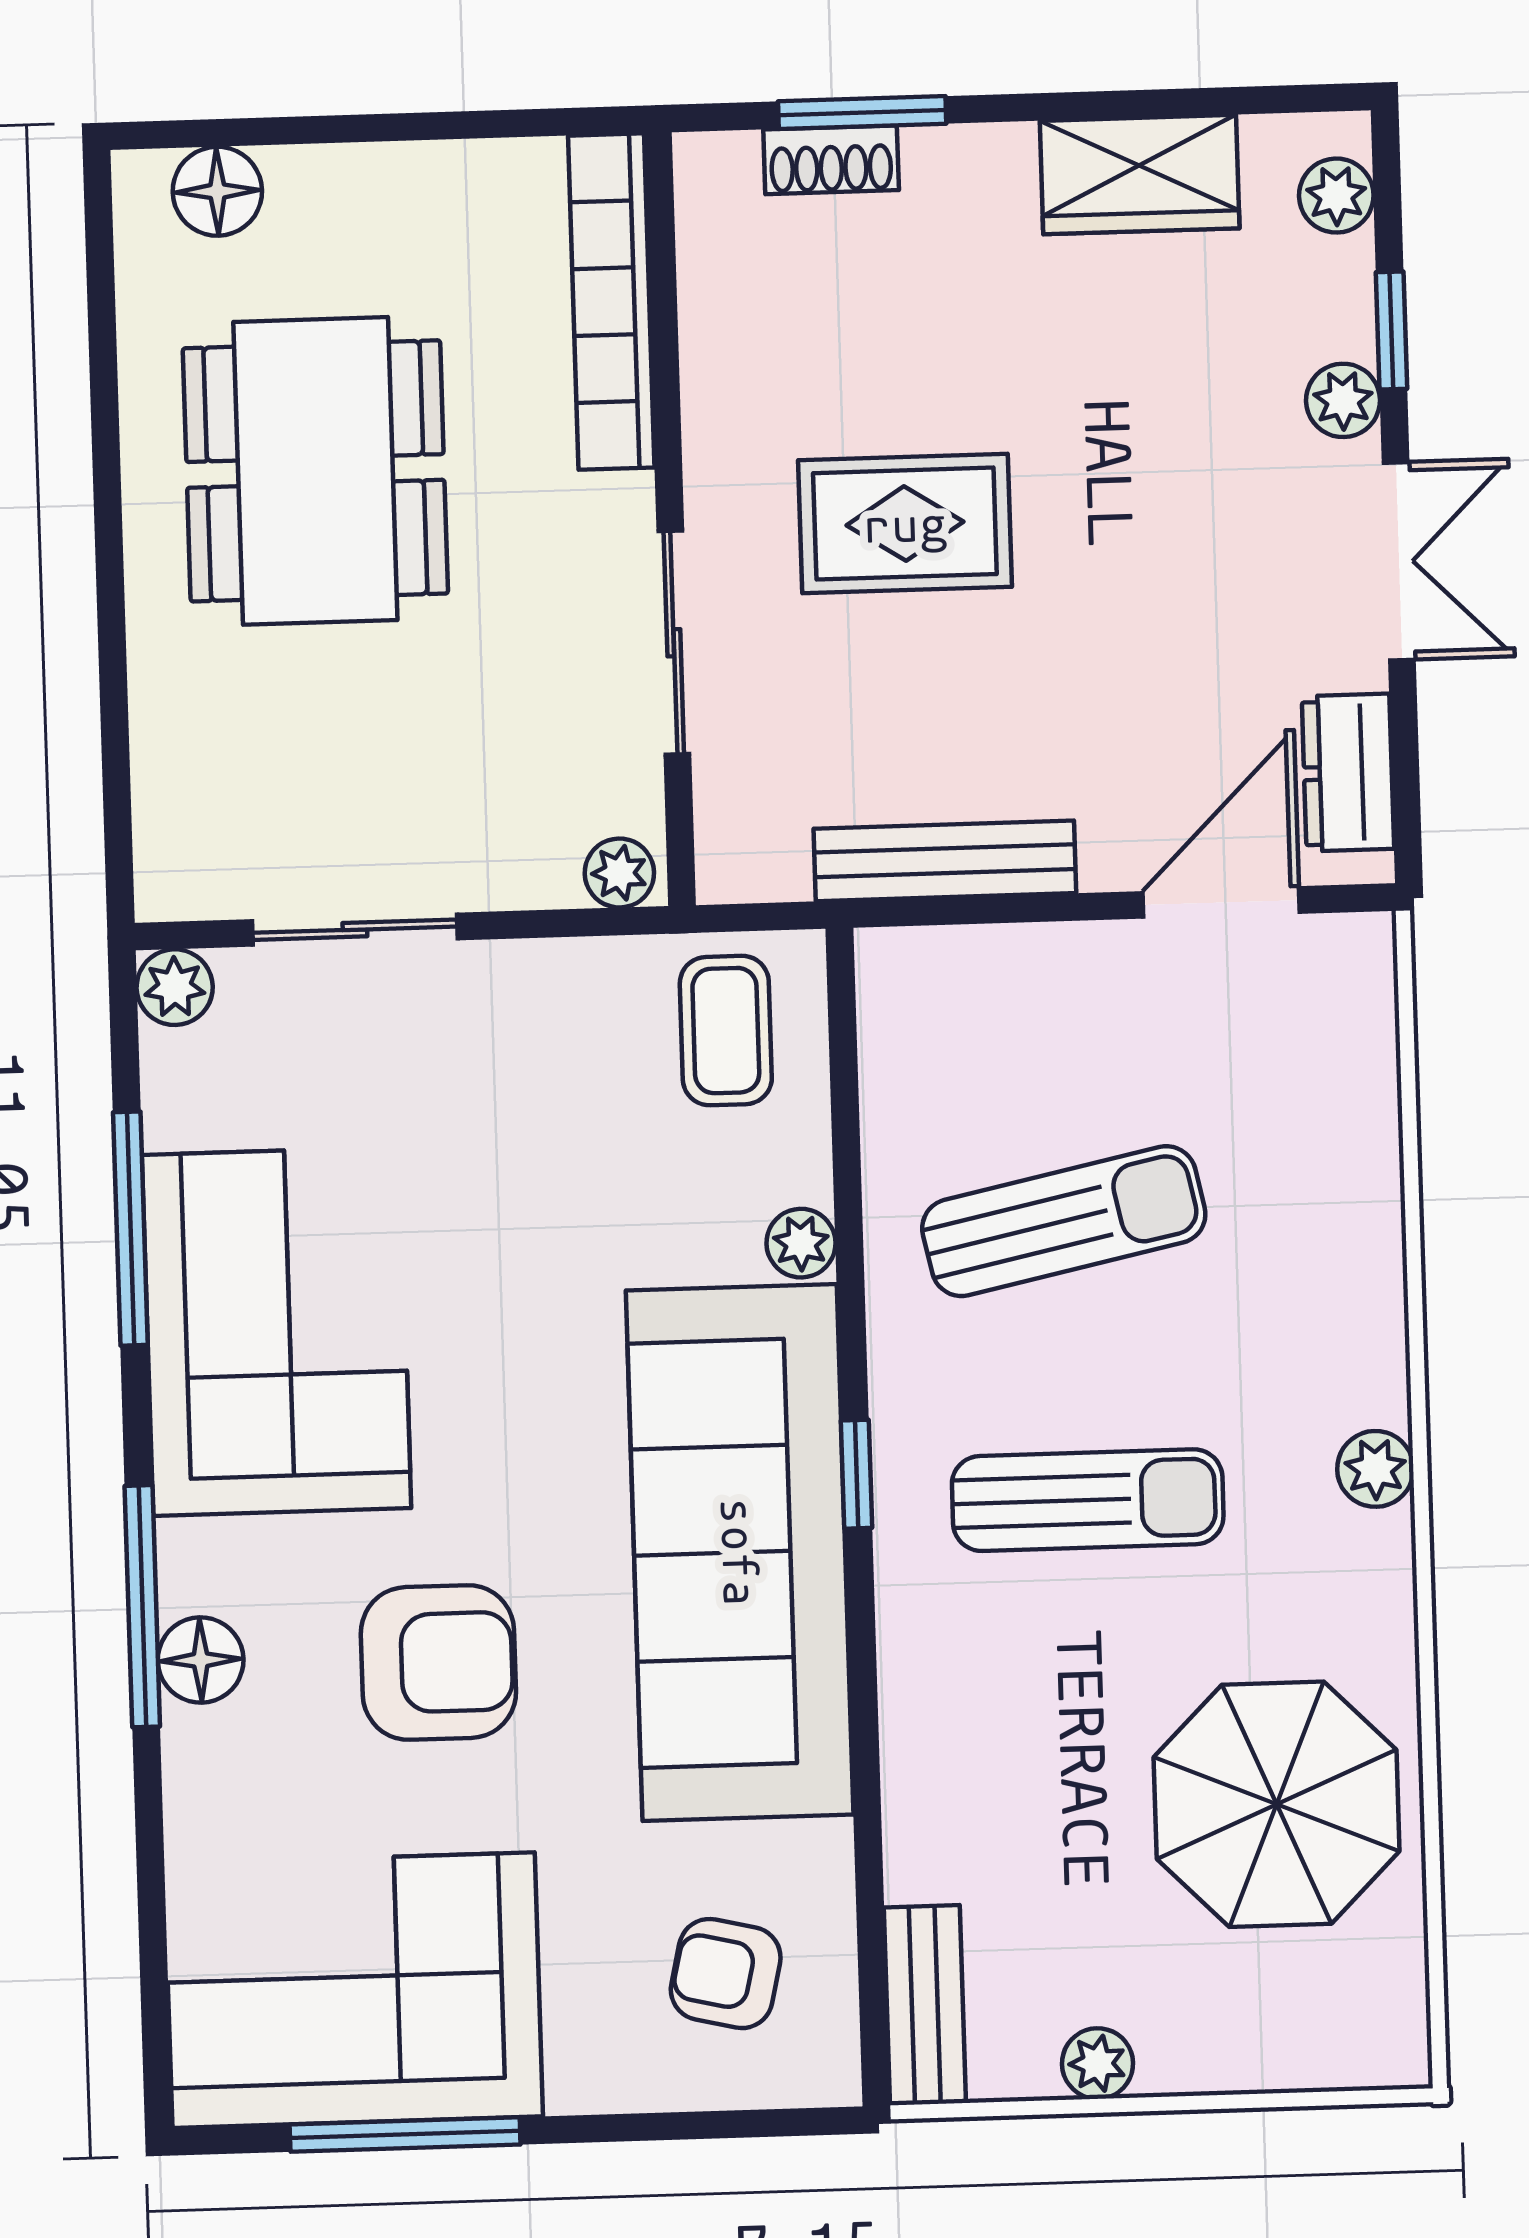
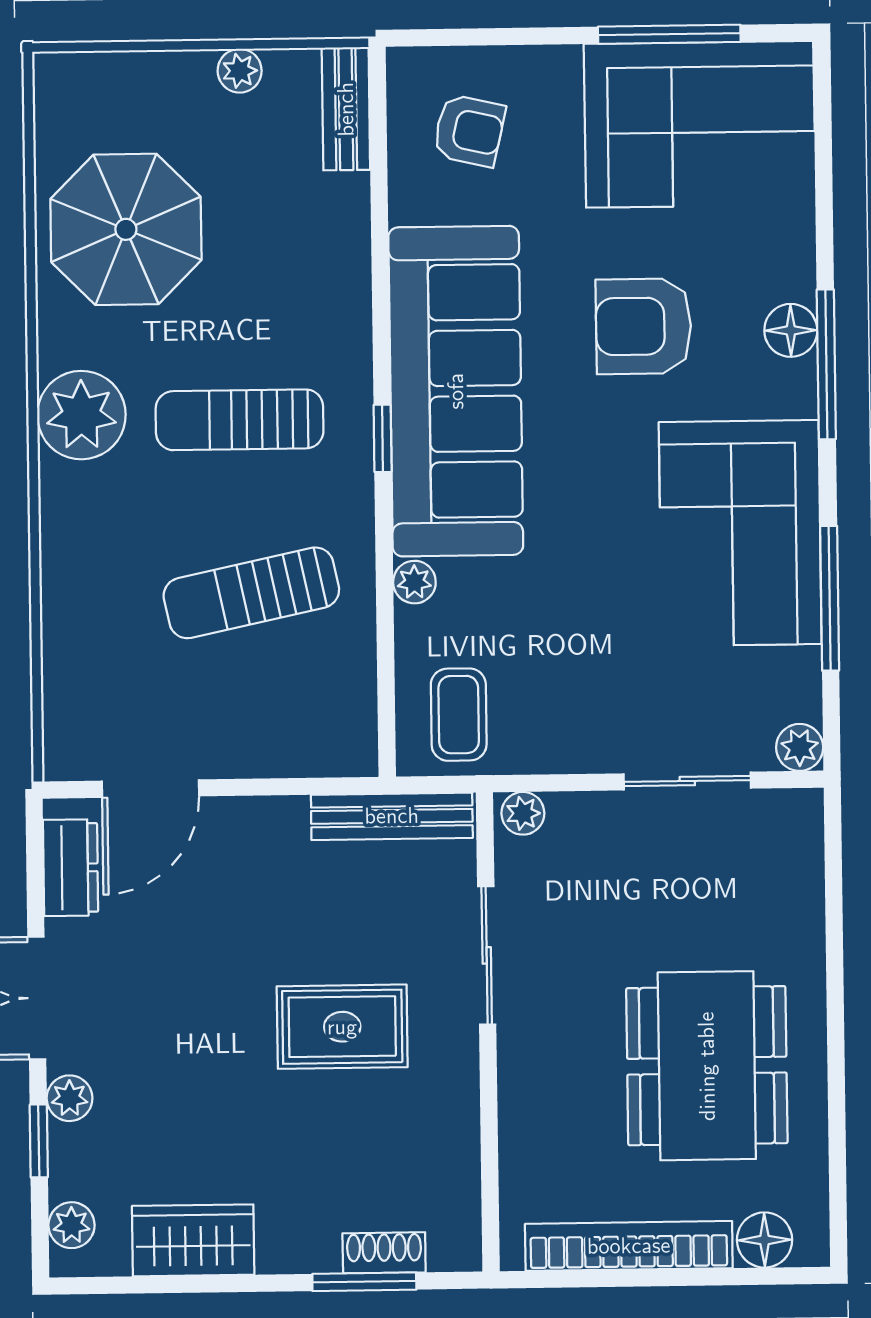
bookcase: (611, 302) -> (629, 1246), moved, turned -90
bench: (945, 861) -> (392, 816), moved
plant: (1375, 1469) -> (81, 415), width x1.87, depth x1.87

